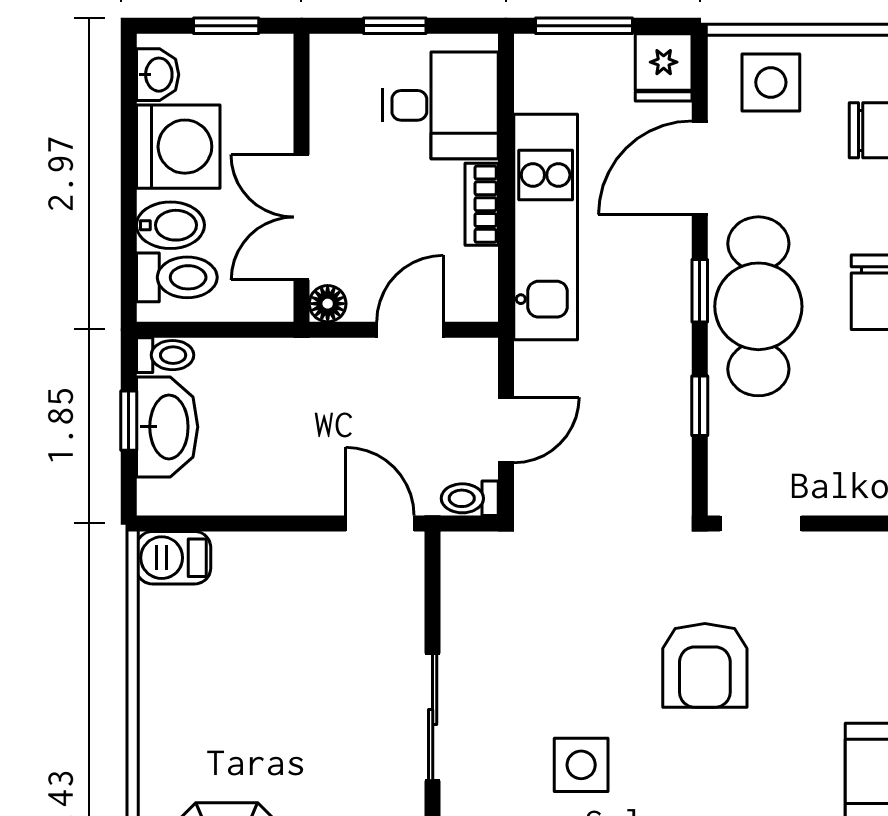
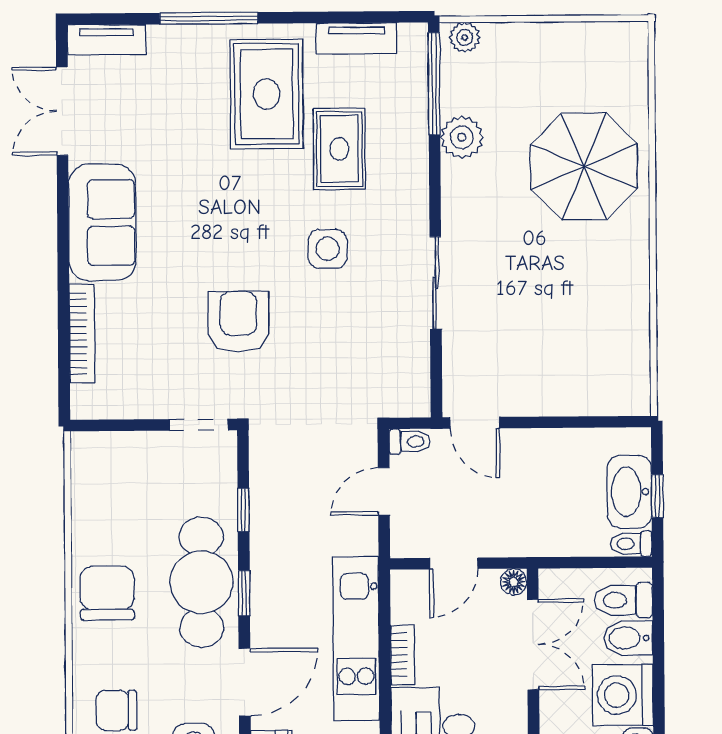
barbecue: (174, 558) -> (624, 397), removed

